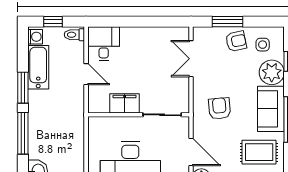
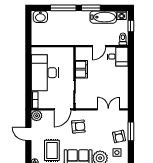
door: (191, 152) -> (62, 109), moved

